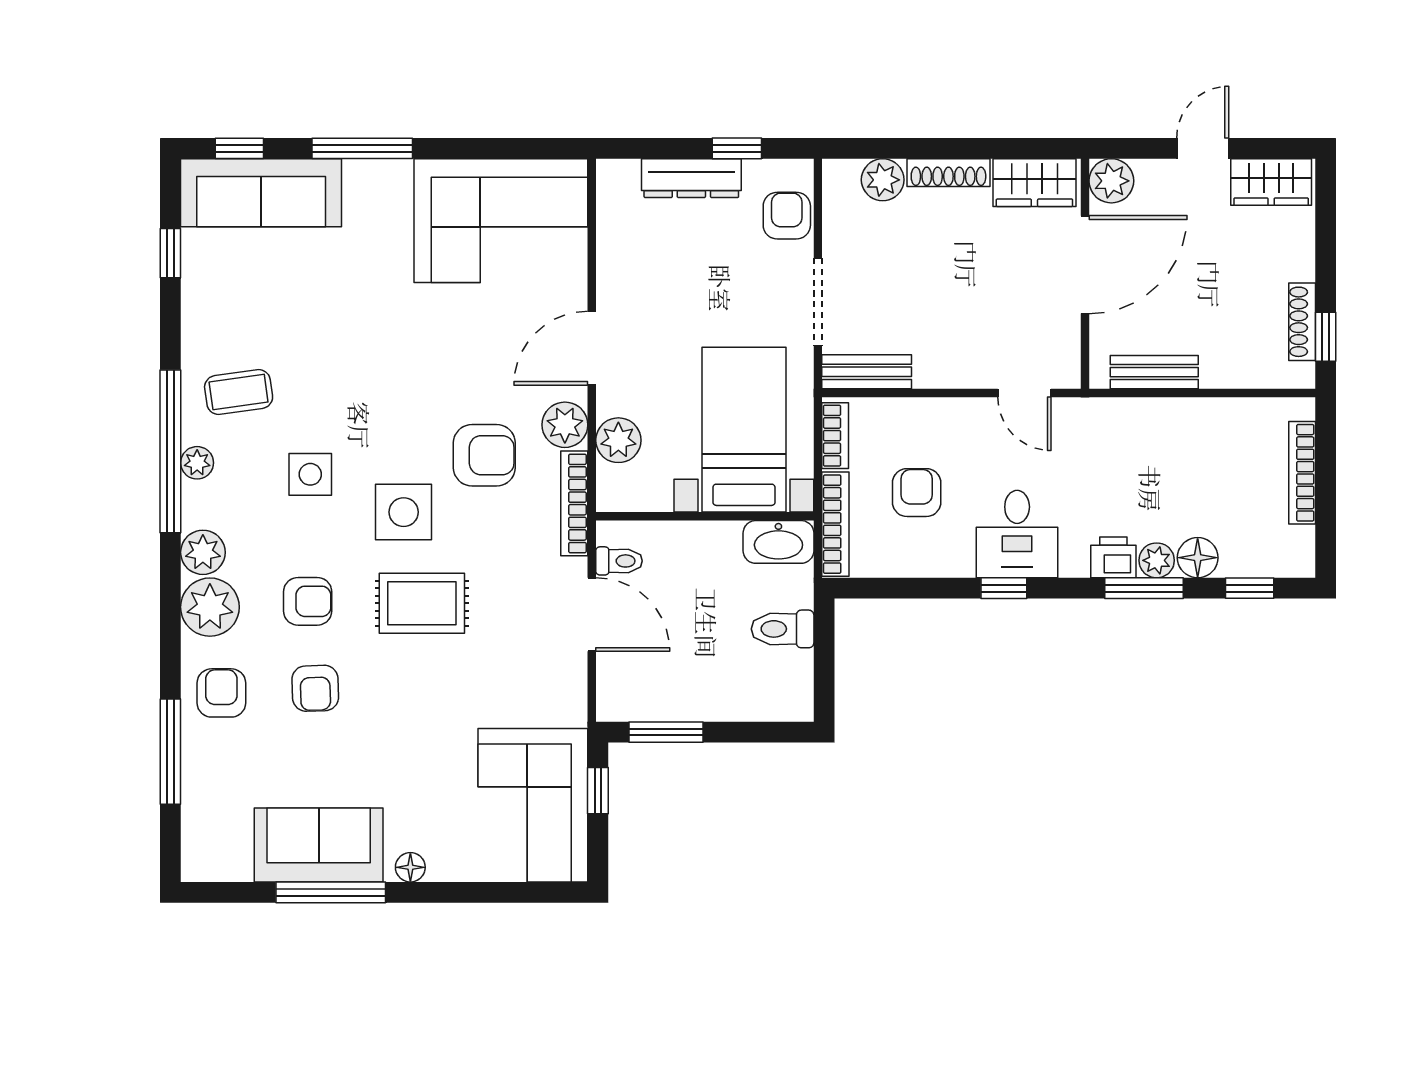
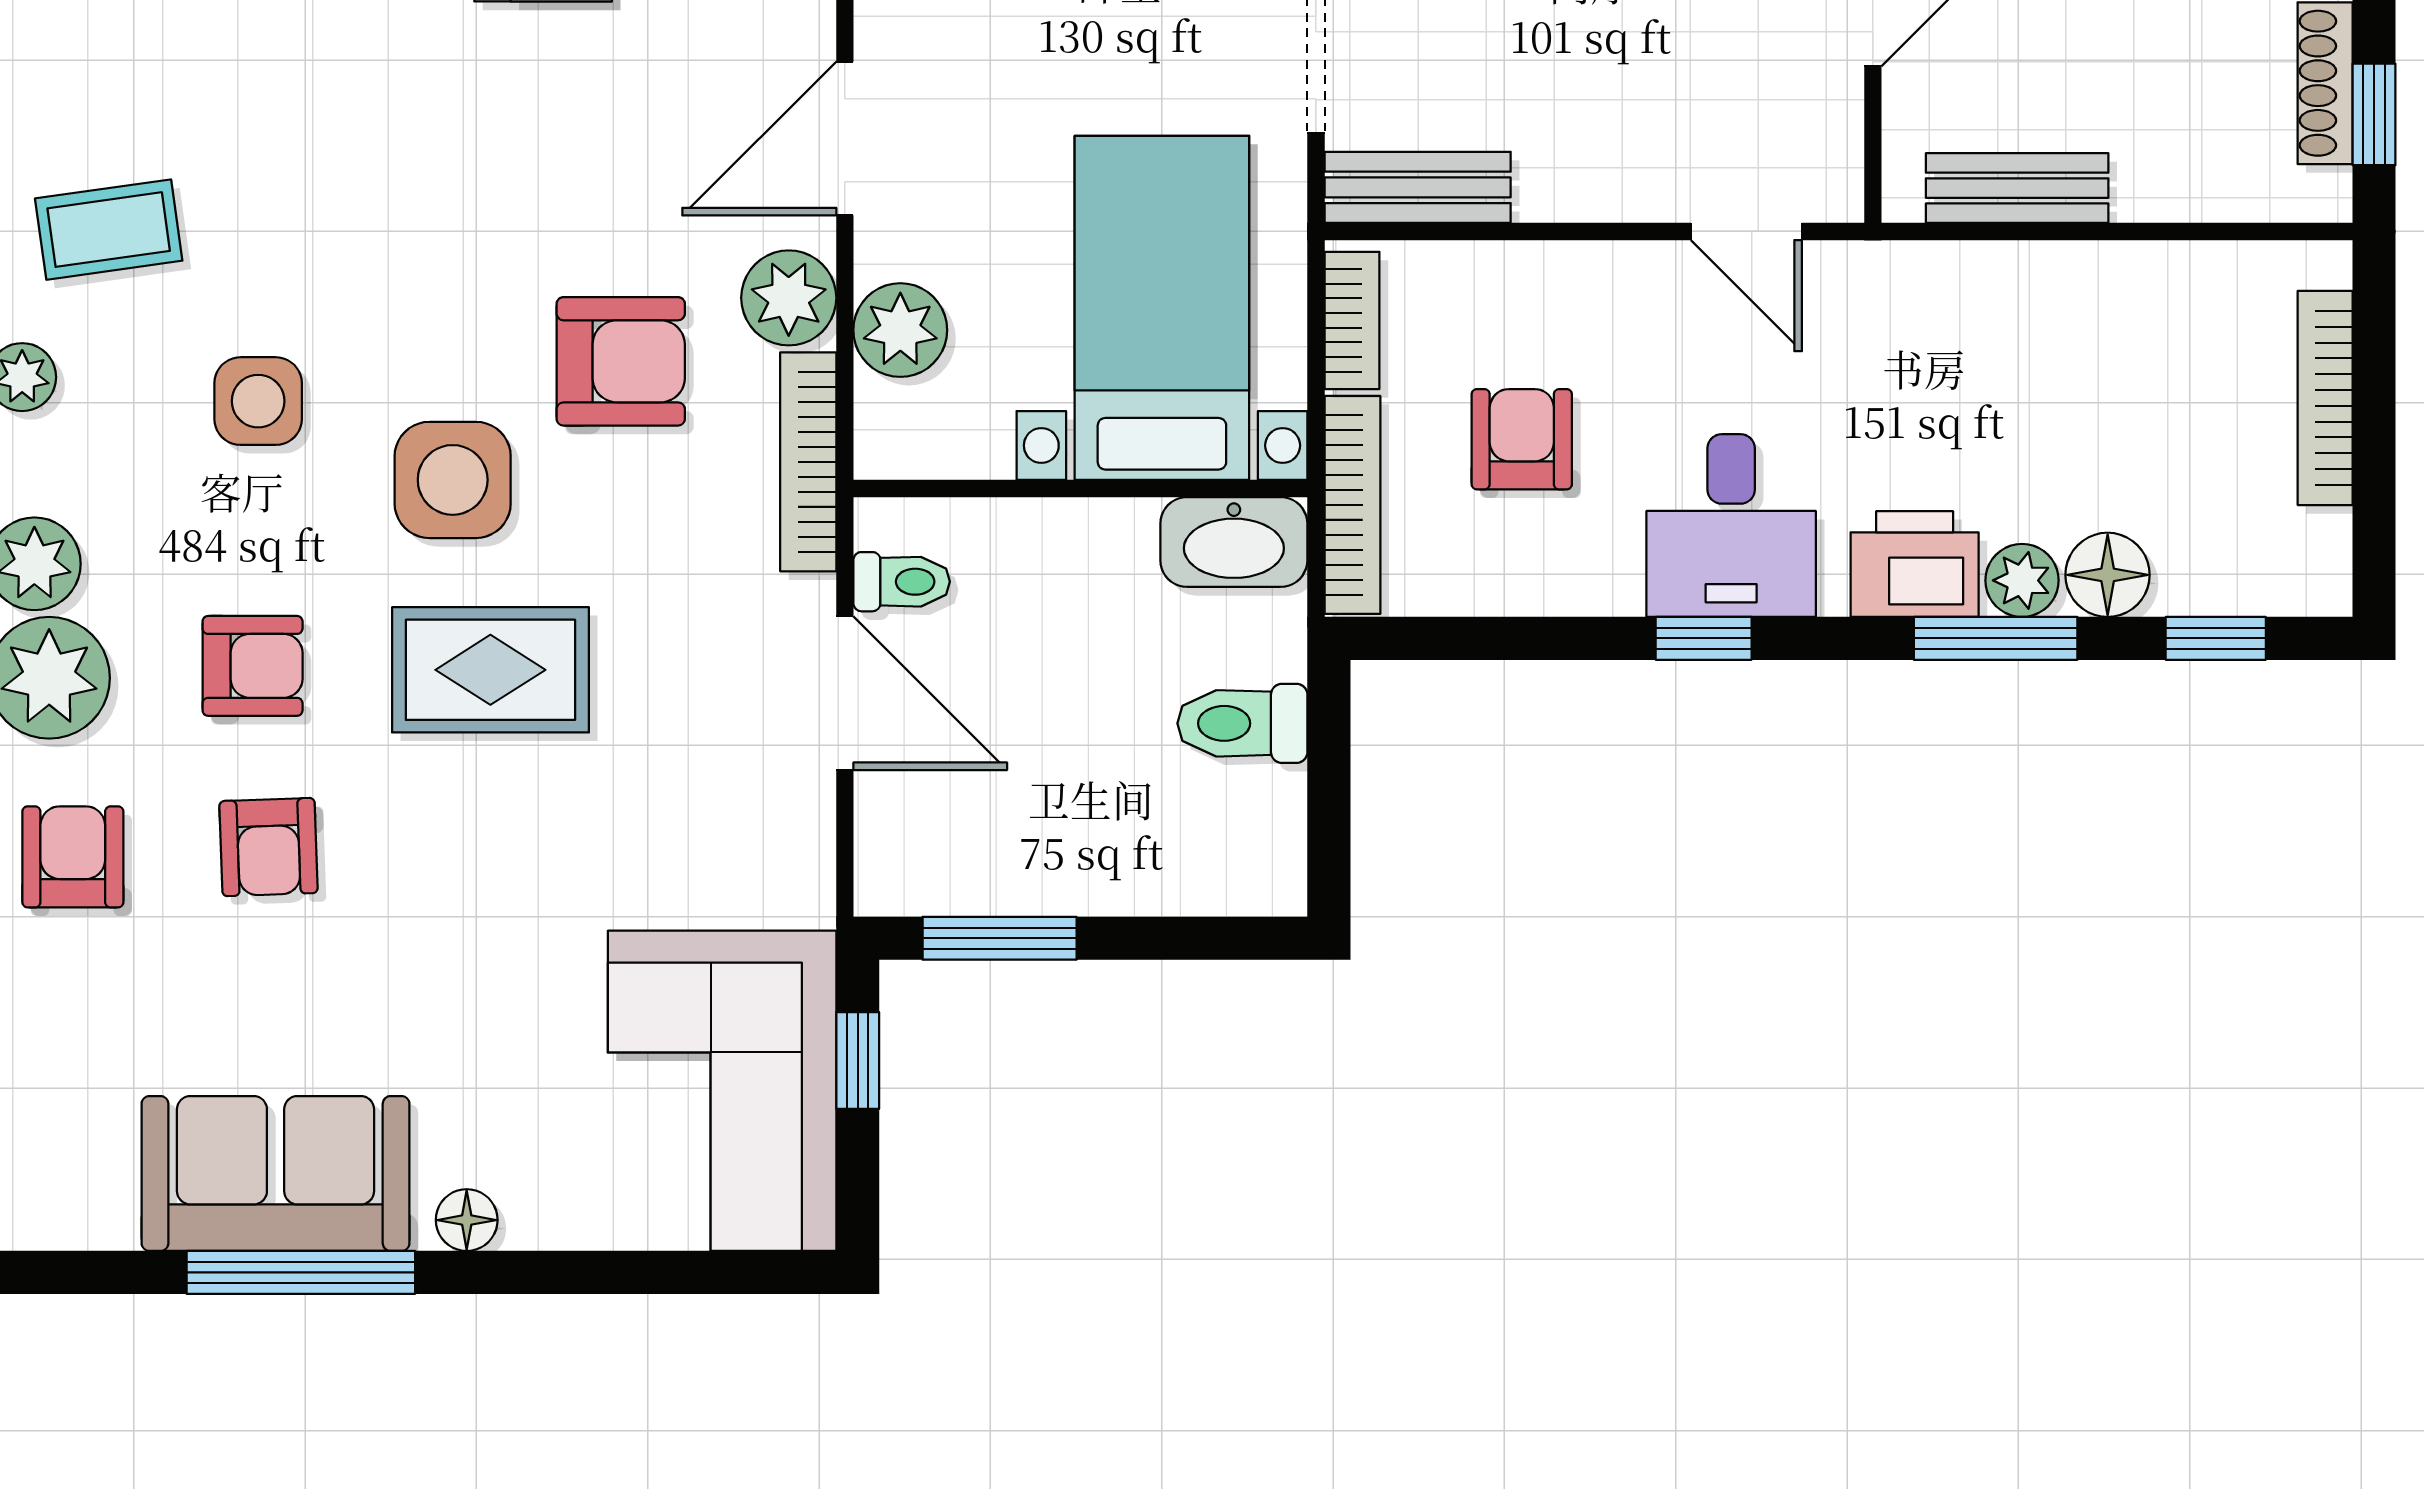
printer: (1113, 557) -> (1915, 564), width x1.36, depth x1.24

